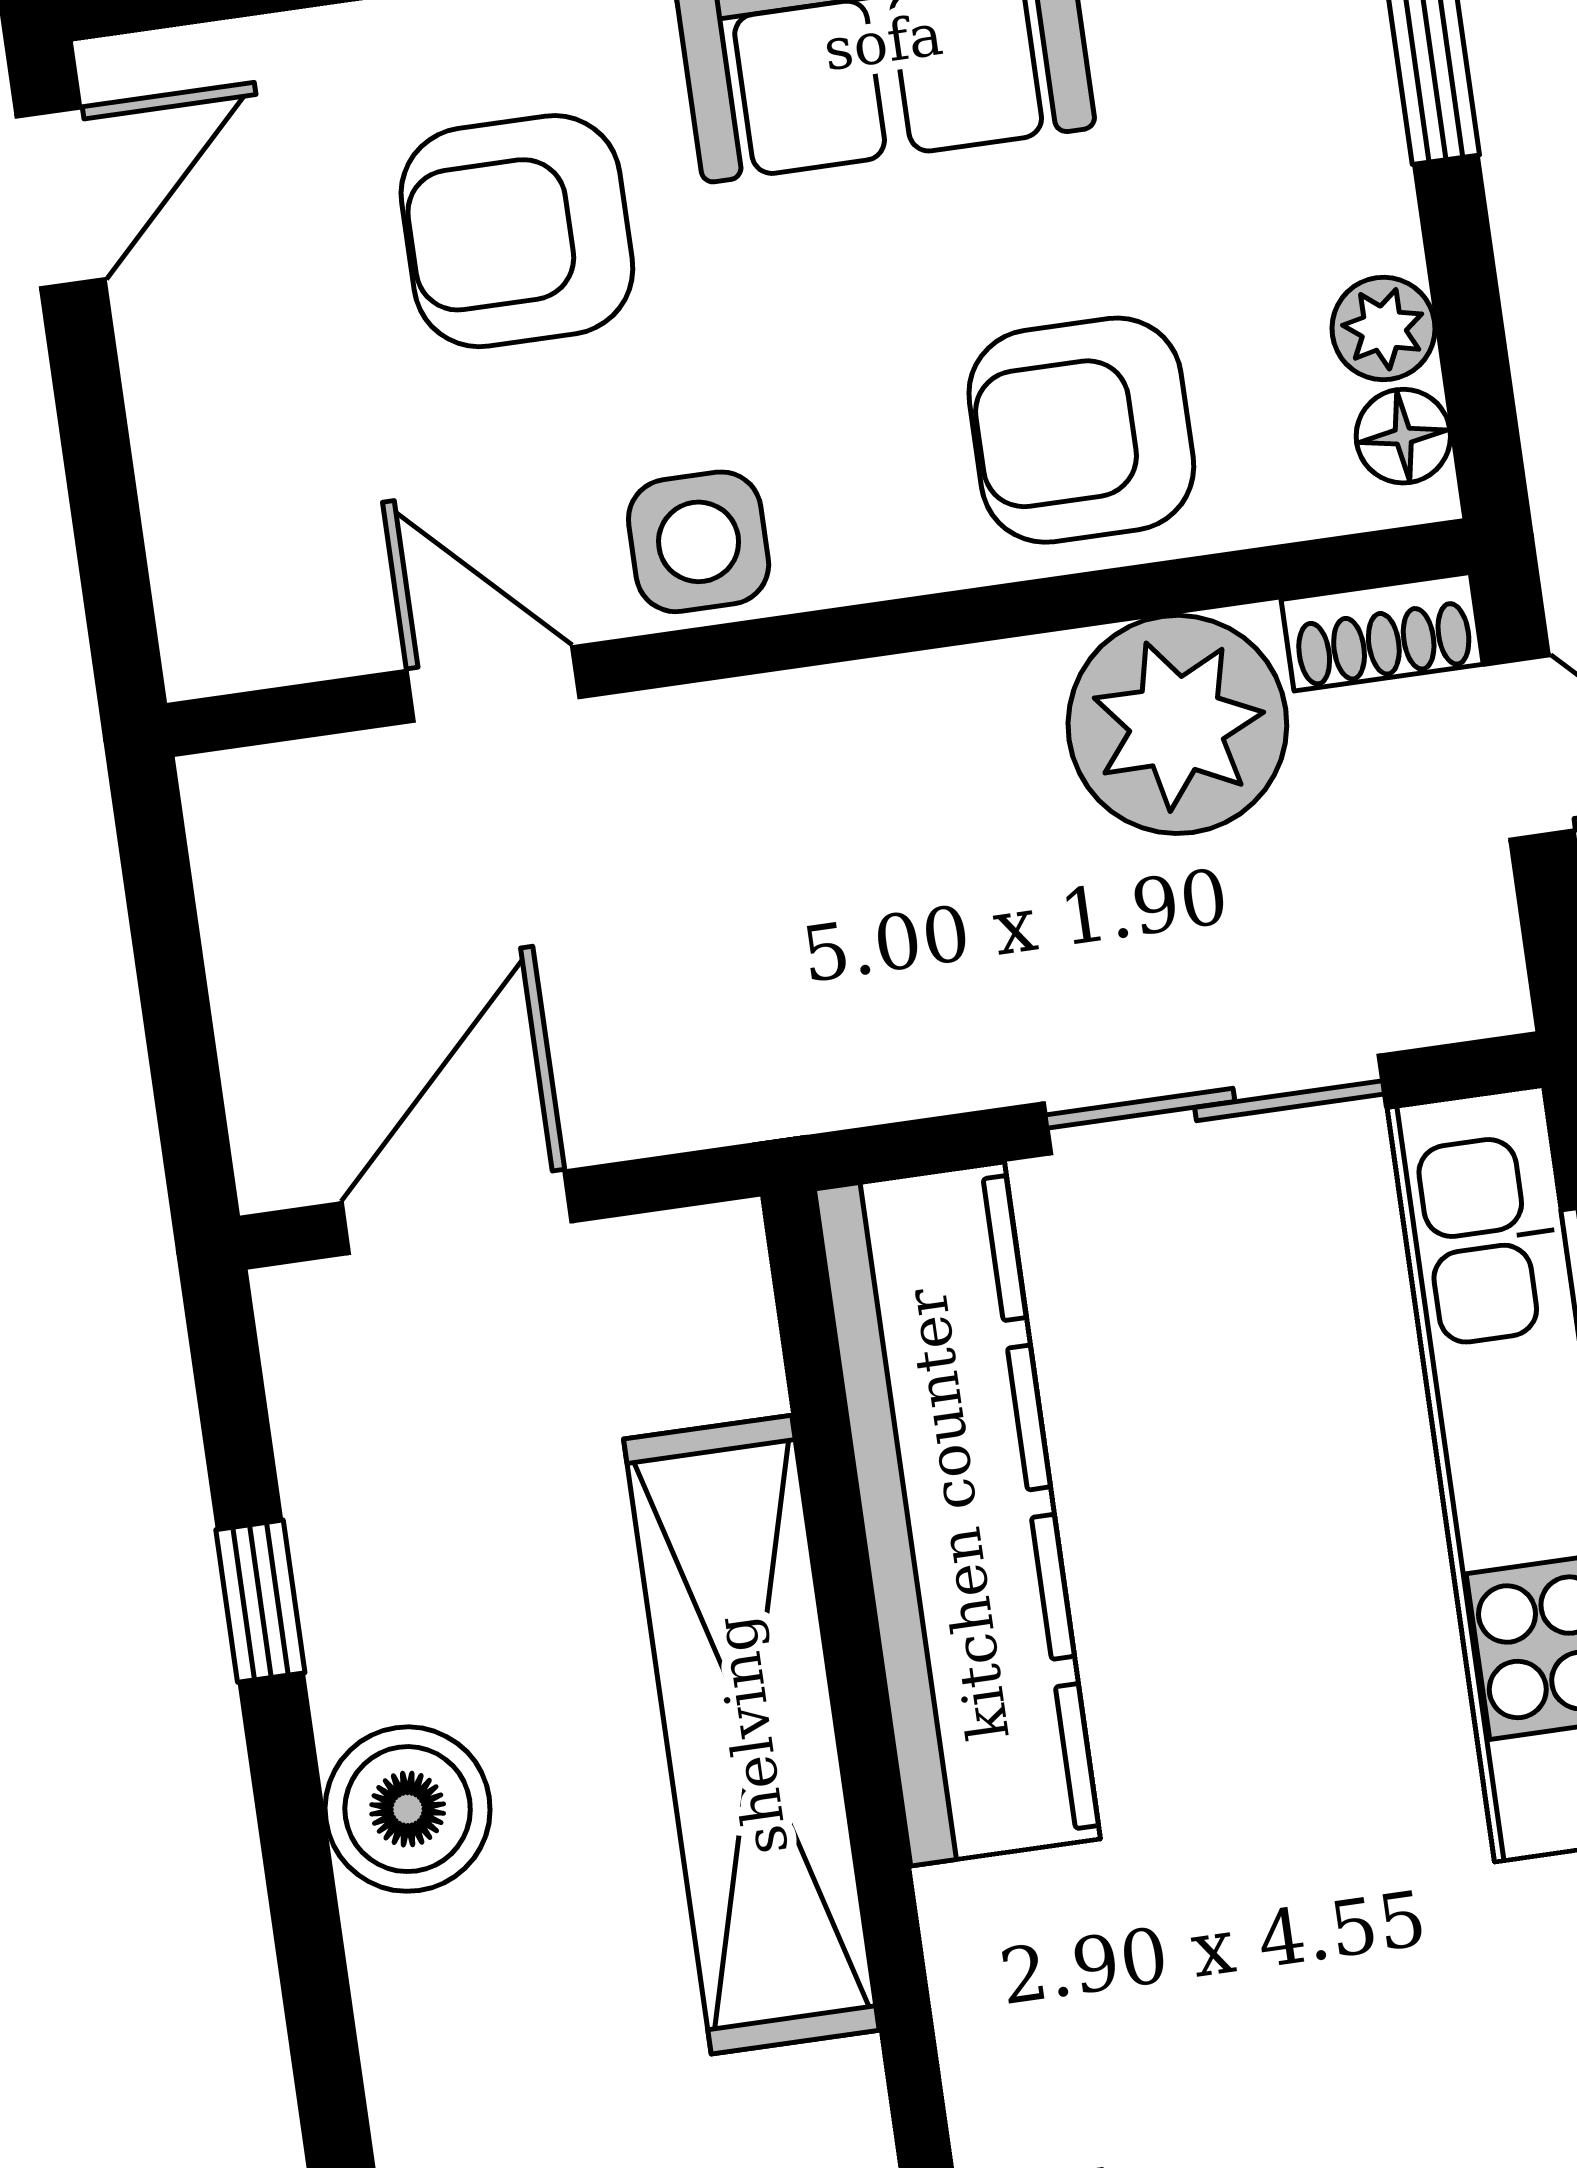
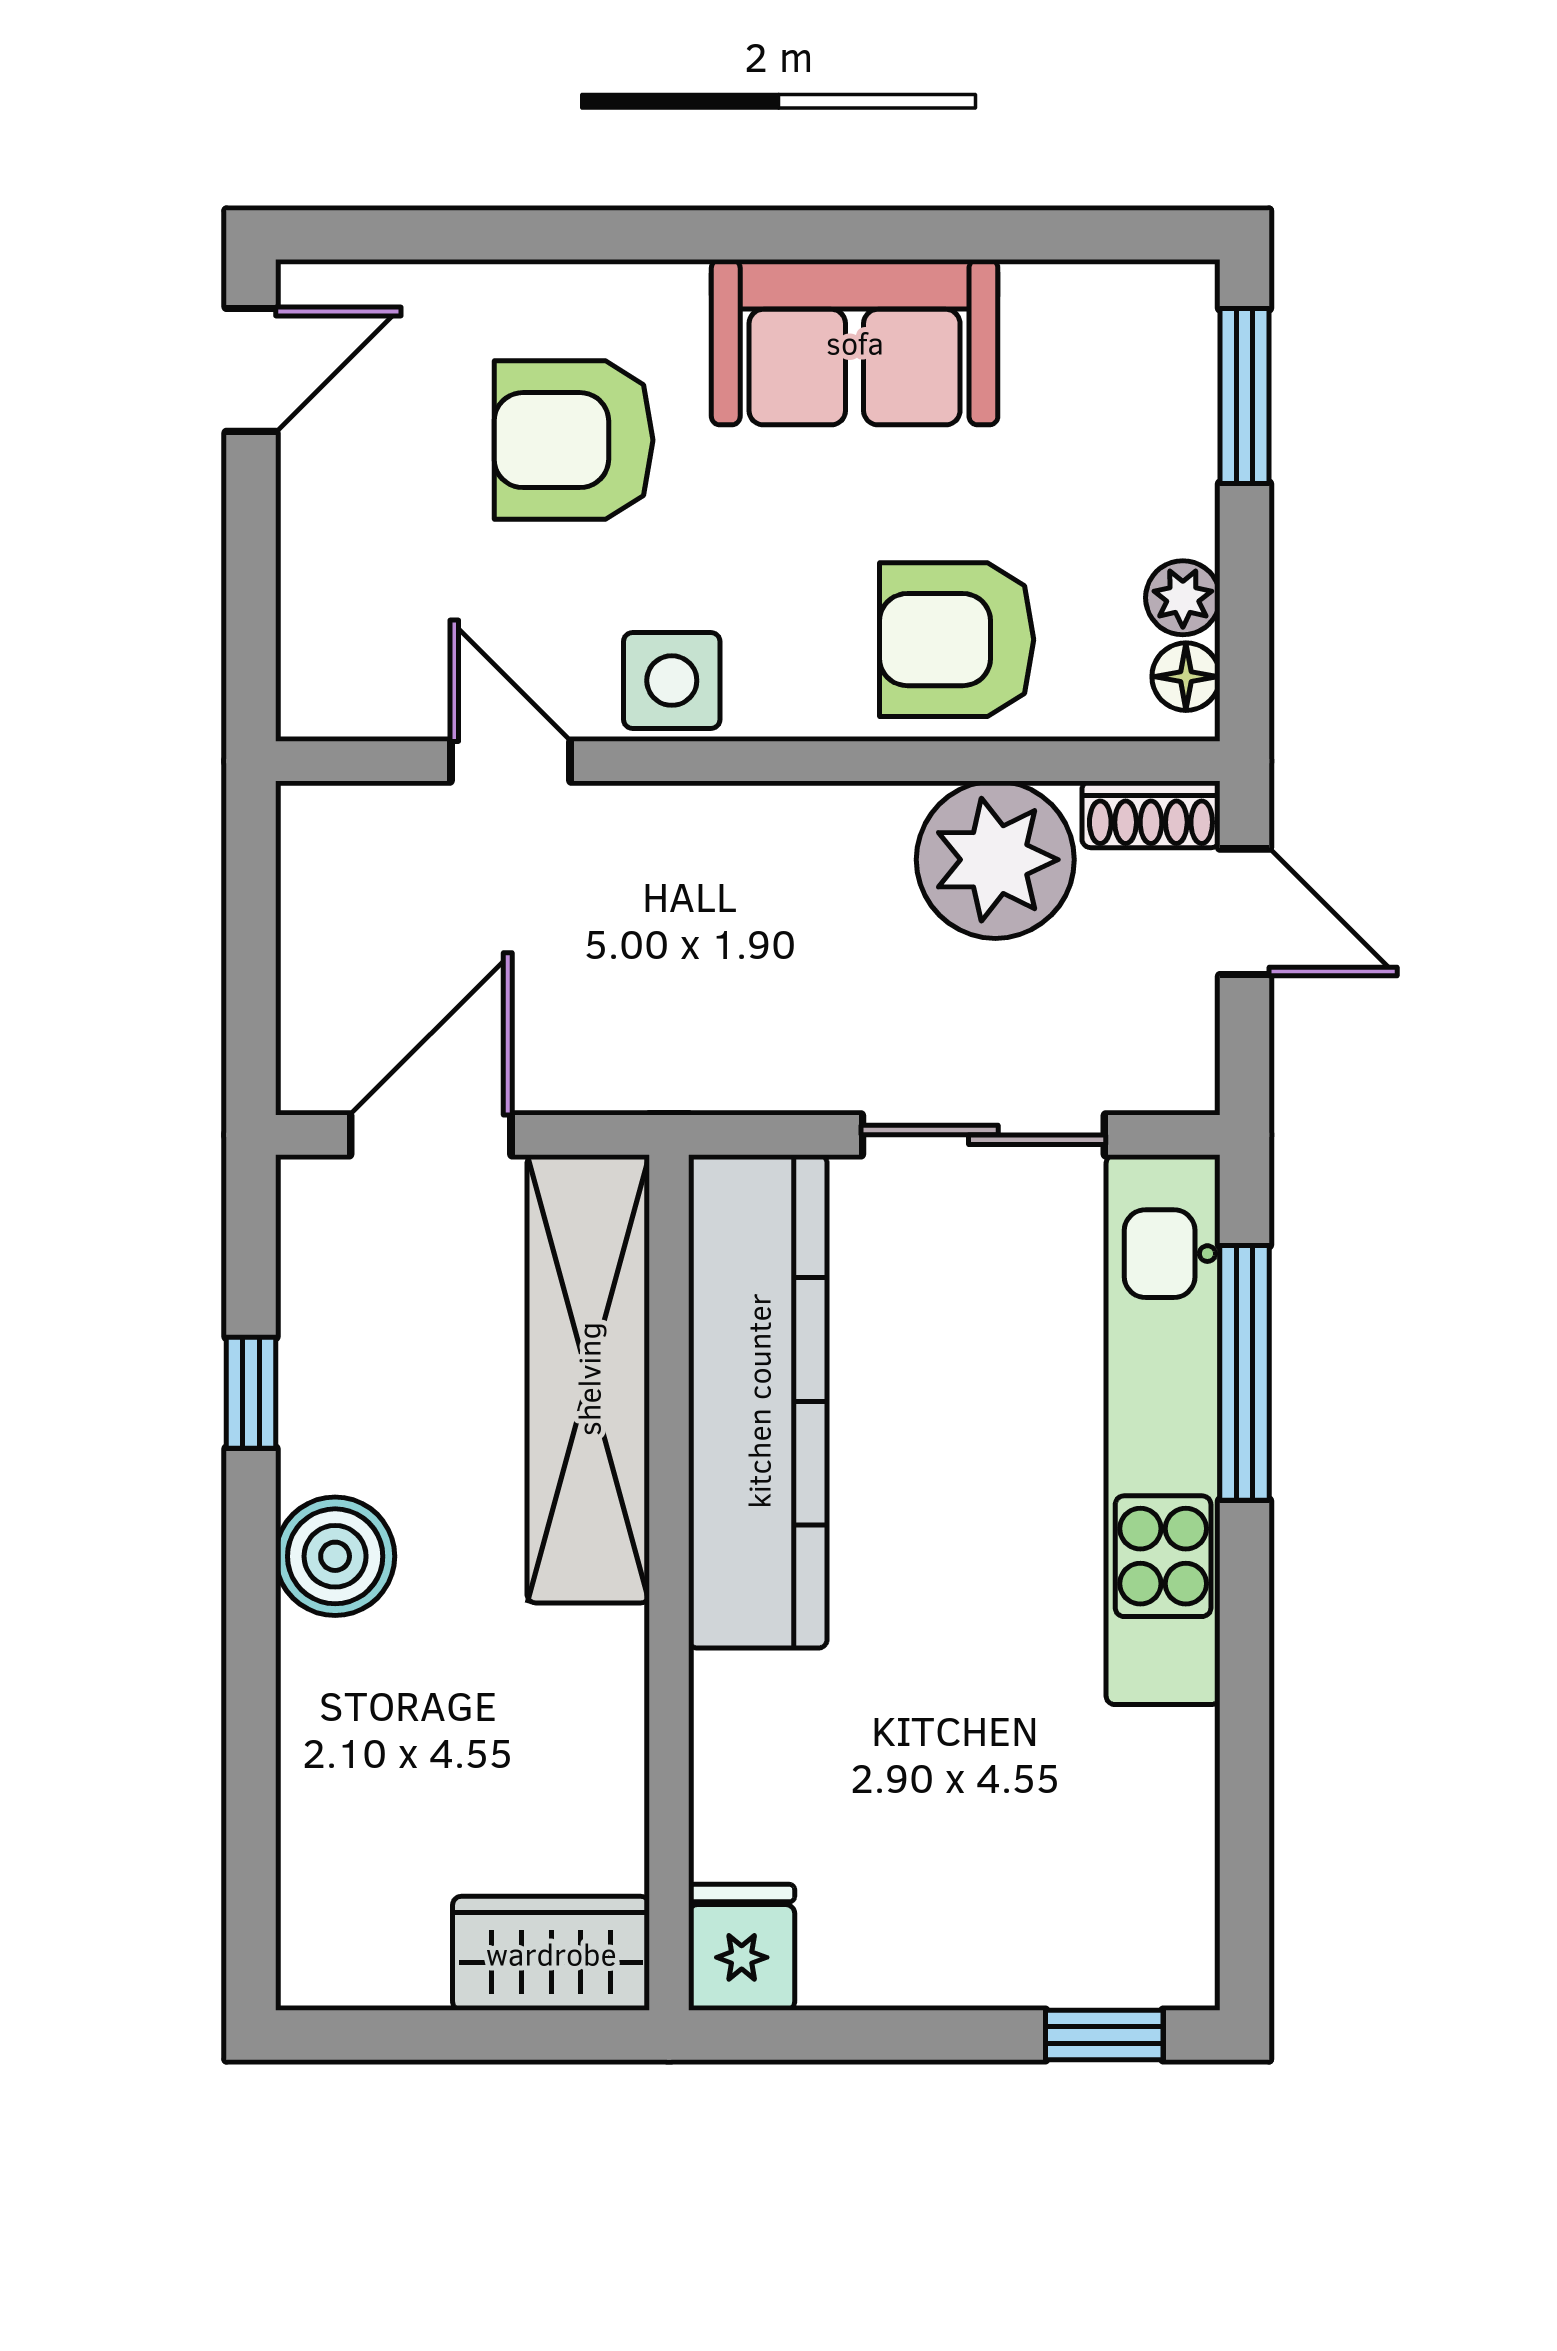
shelving: (751, 1735) -> (588, 1379), moved

